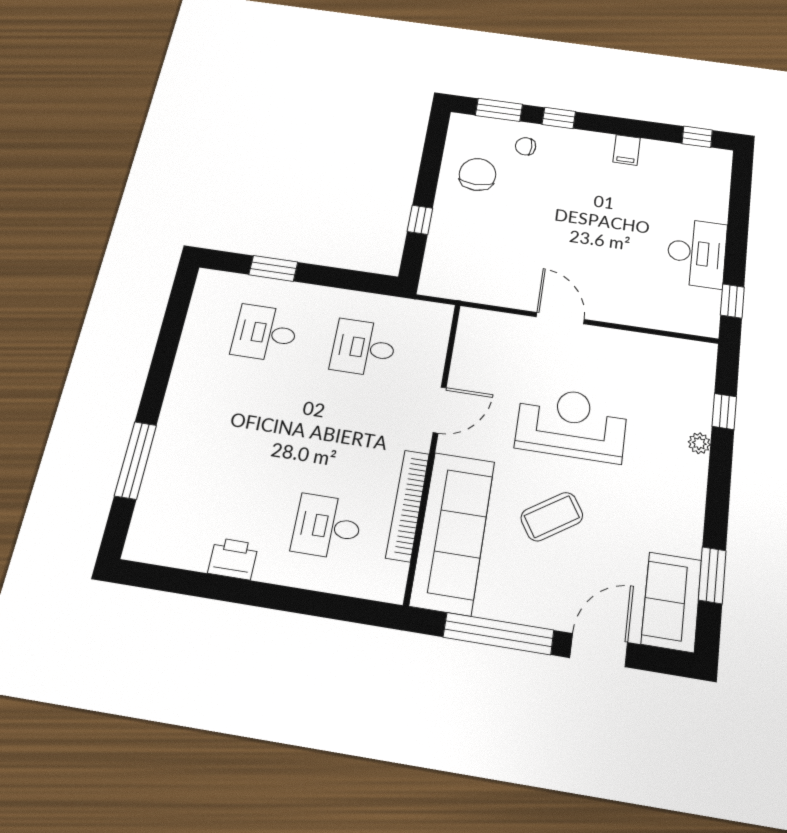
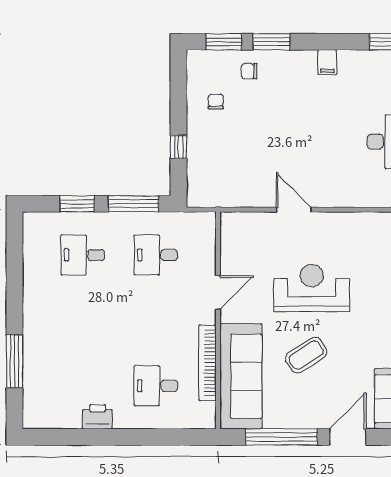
window: (559, 118) -> (272, 42), width x1.50
chair: (477, 174) -> (216, 102), width x0.54, depth x0.54
window: (347, 279) -> (133, 204), added

